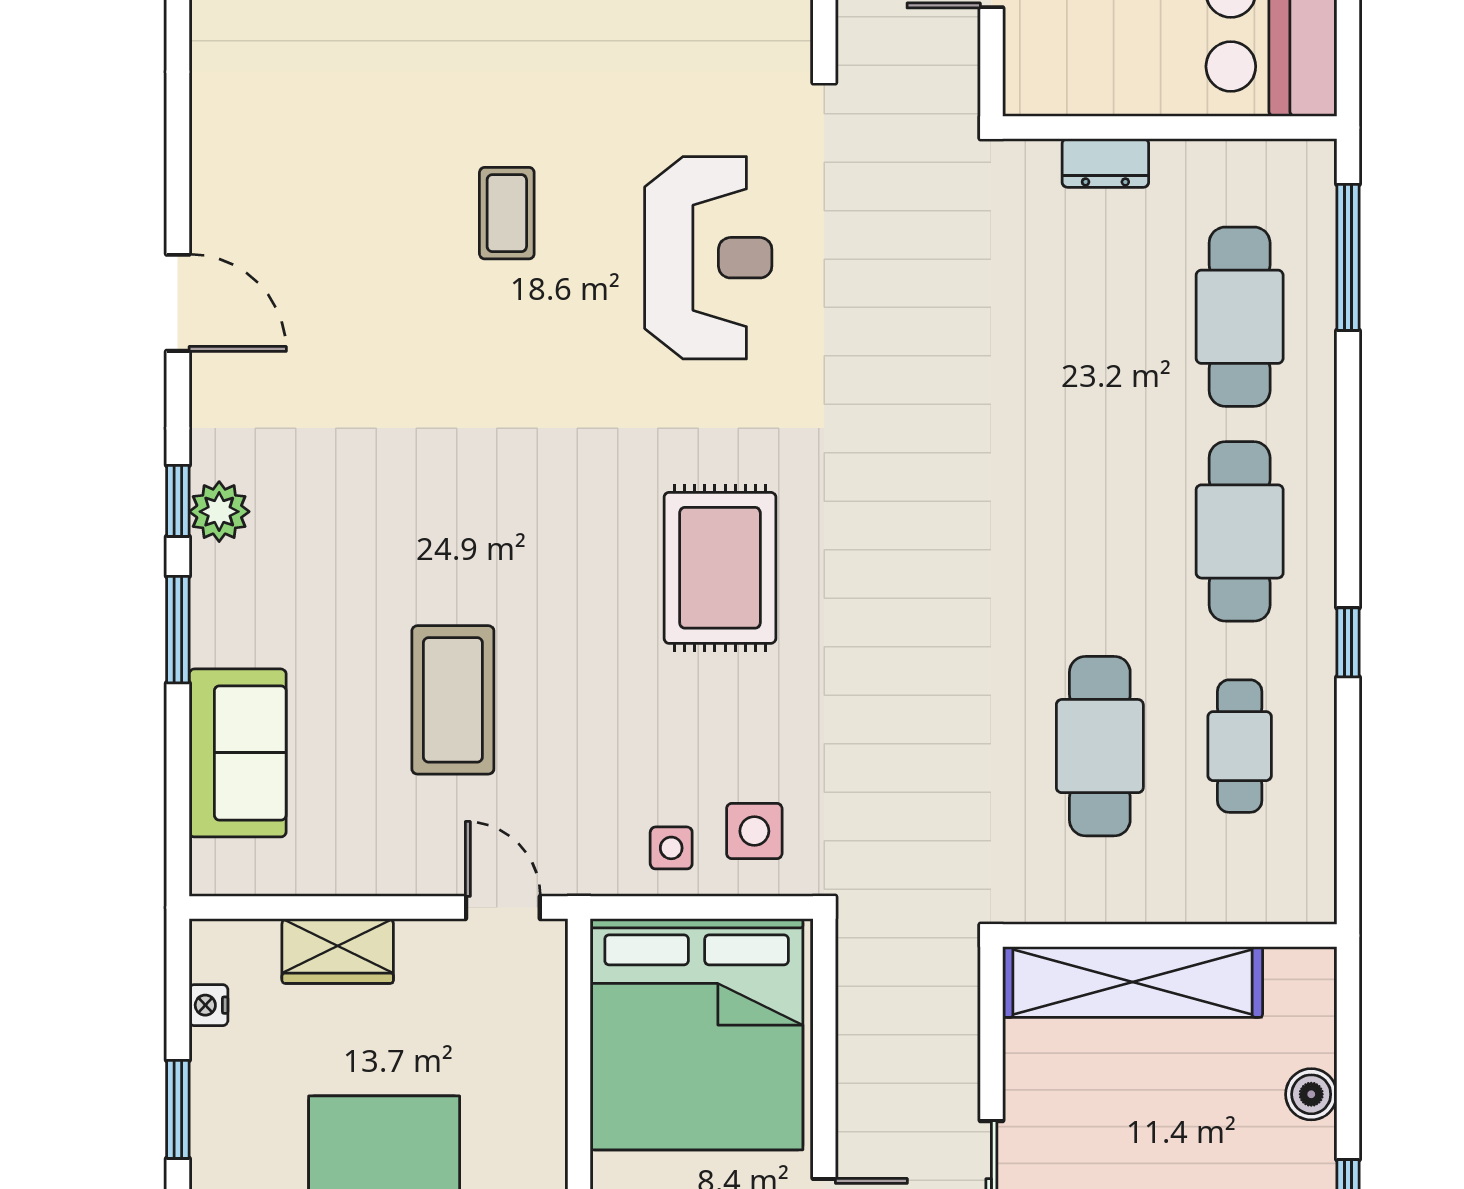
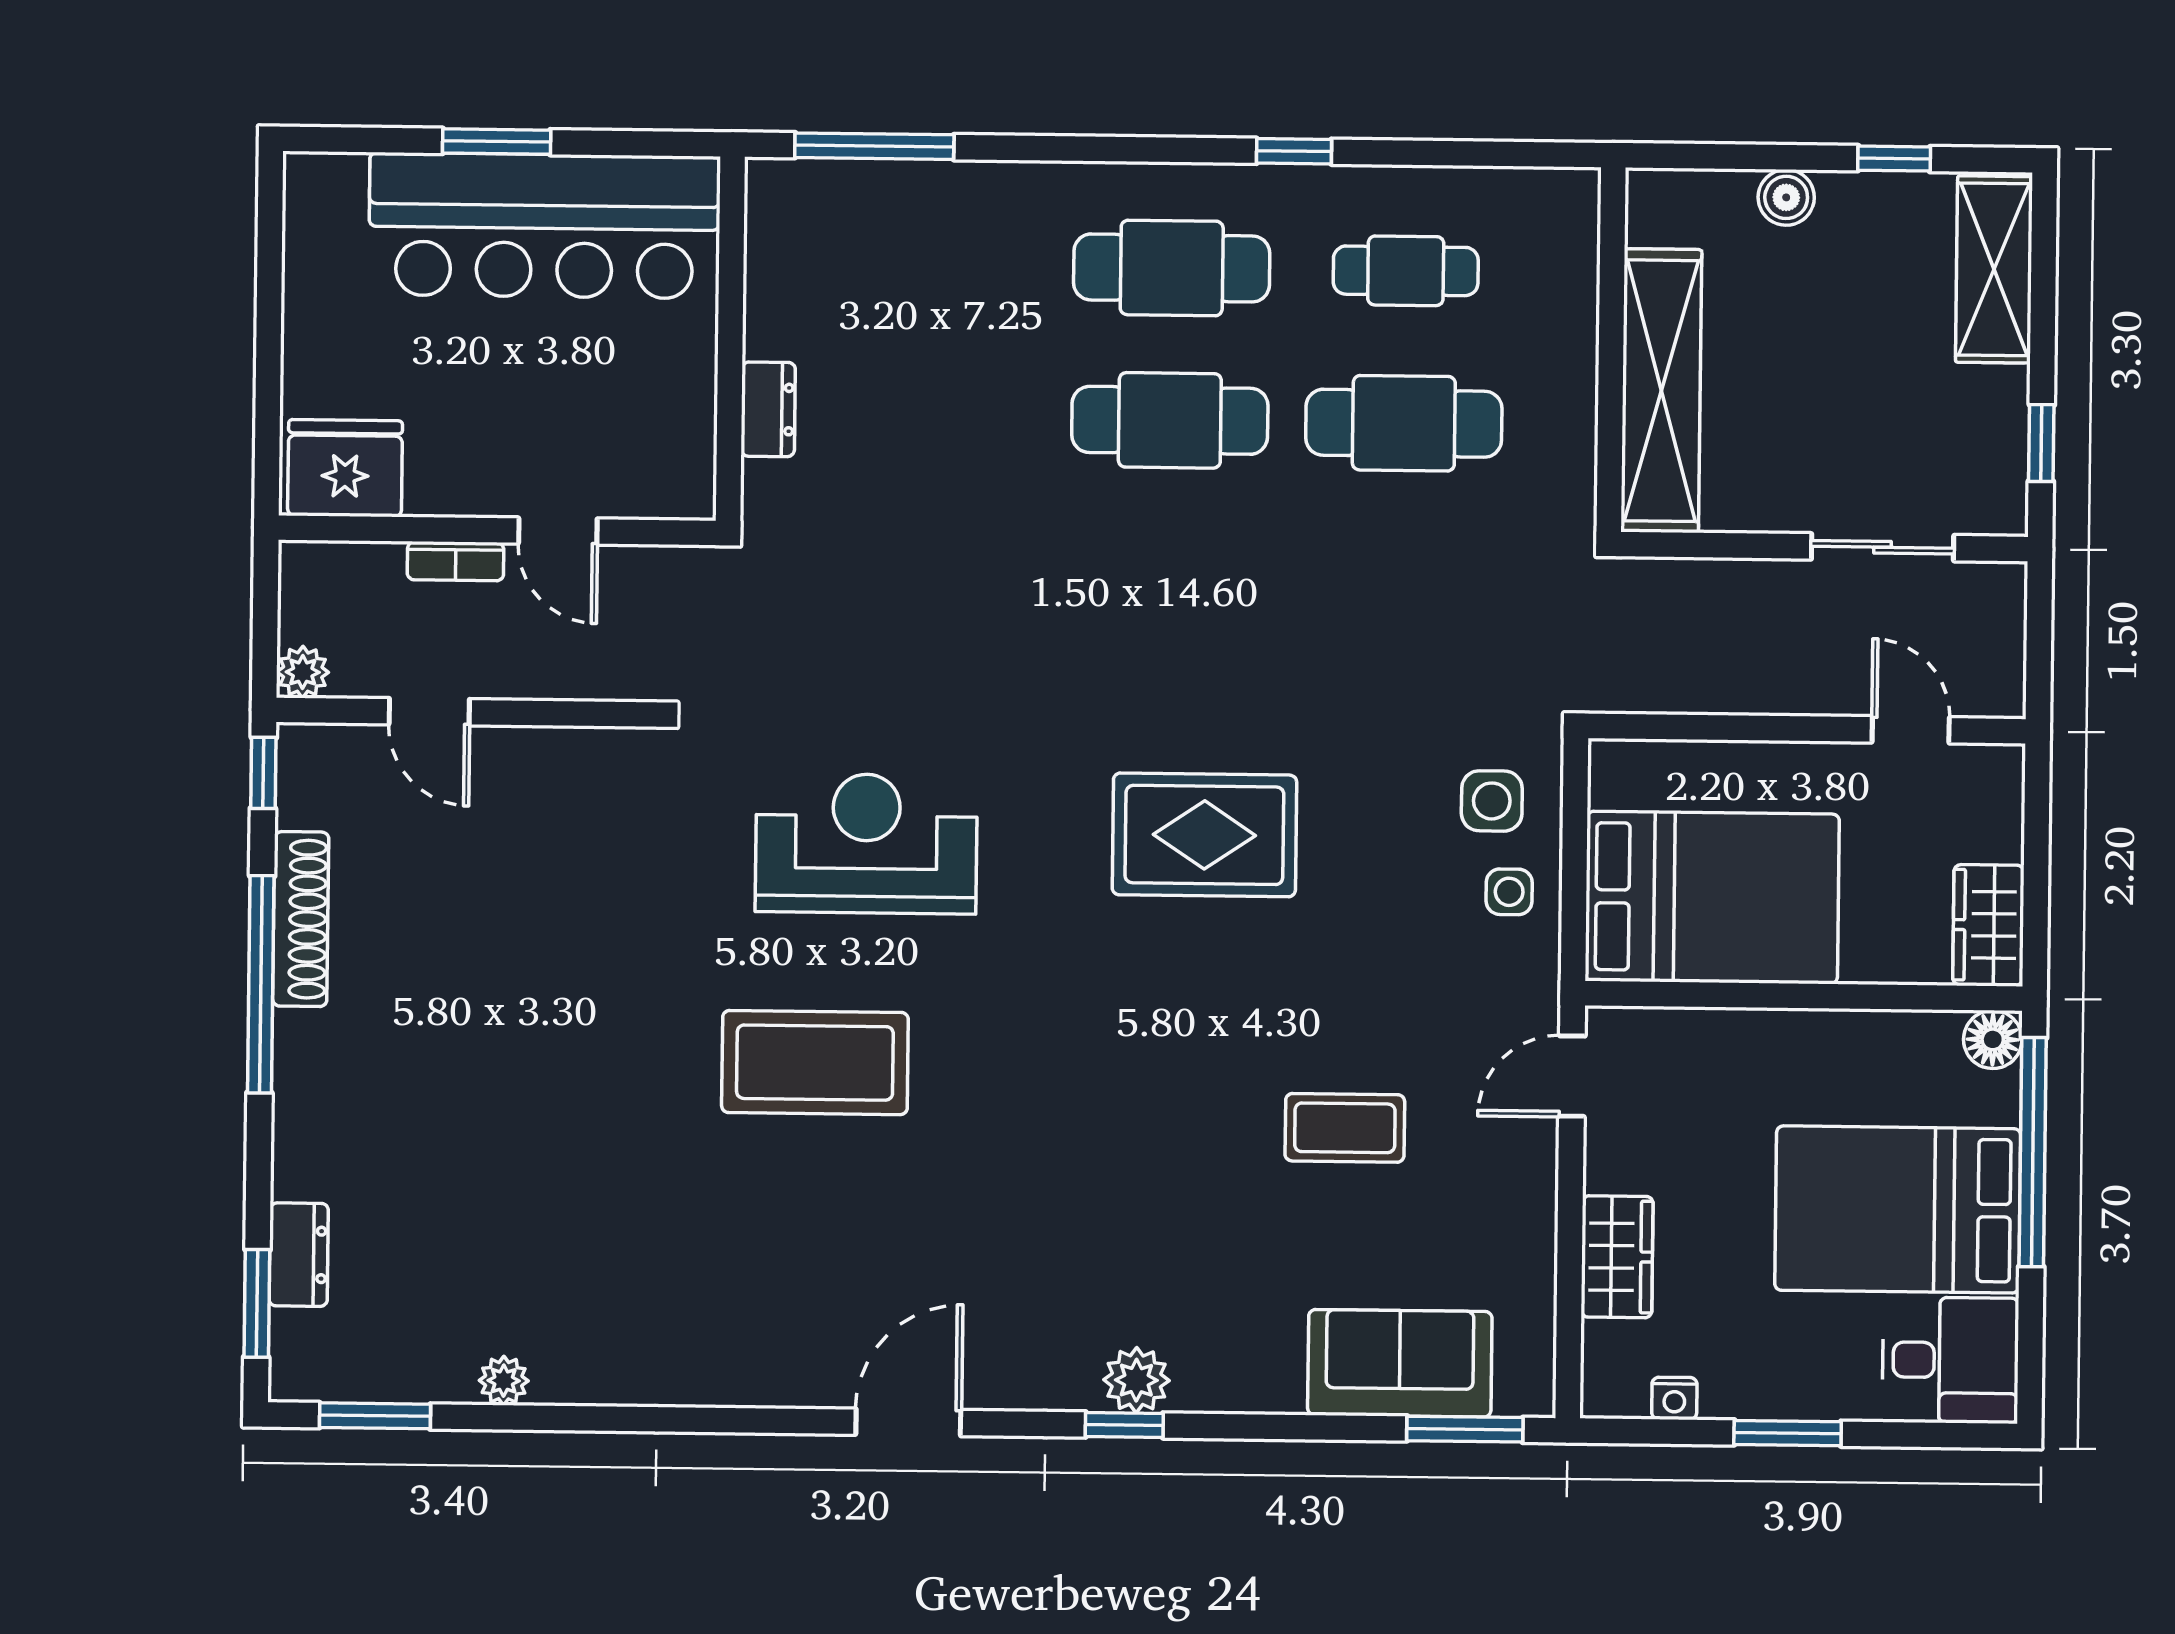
coffee table: (507, 213) -> (815, 1063), width x1.86, depth x1.72
cafe table: (1240, 317) -> (1170, 420), moved
window: (178, 630) -> (1465, 1429), moved
coffee table: (453, 700) -> (1345, 1128), width x0.73, depth x0.76
bed: (697, 1034) -> (1712, 898), width x0.73

